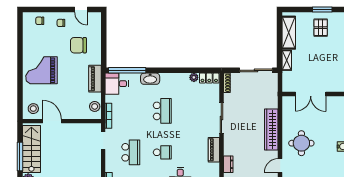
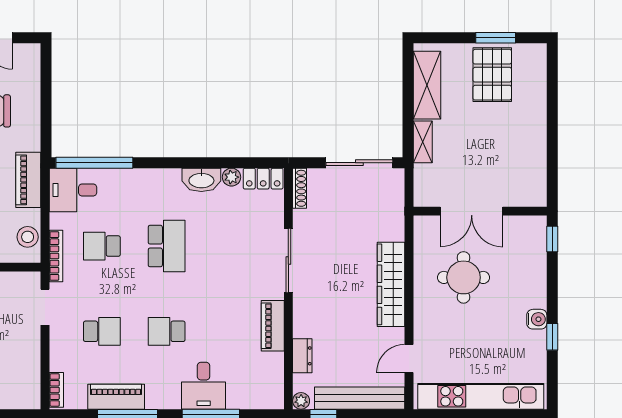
pallet: (321, 28) -> (492, 75), width x1.50, depth x1.42
washbasin: (150, 79) -> (201, 180), moved
school desk: (131, 111) -> (102, 246), added
round table: (301, 143) -> (464, 277), moved
school desk: (131, 152) -> (102, 331), width x0.54
school desk: (162, 152) -> (167, 331), turned 180

